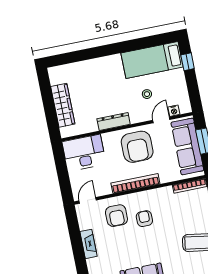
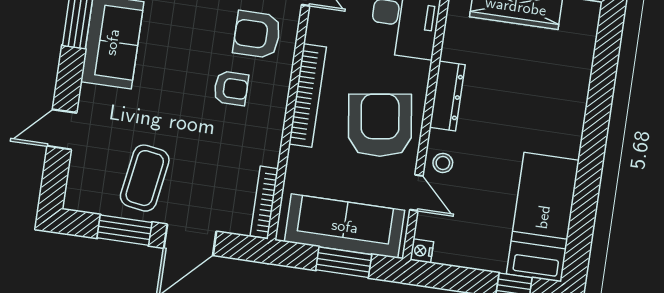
stool: (147, 94) -> (443, 163), moved
nightstand: (174, 111) -> (422, 251), moved
armchair: (137, 147) -> (380, 125), turned 82

